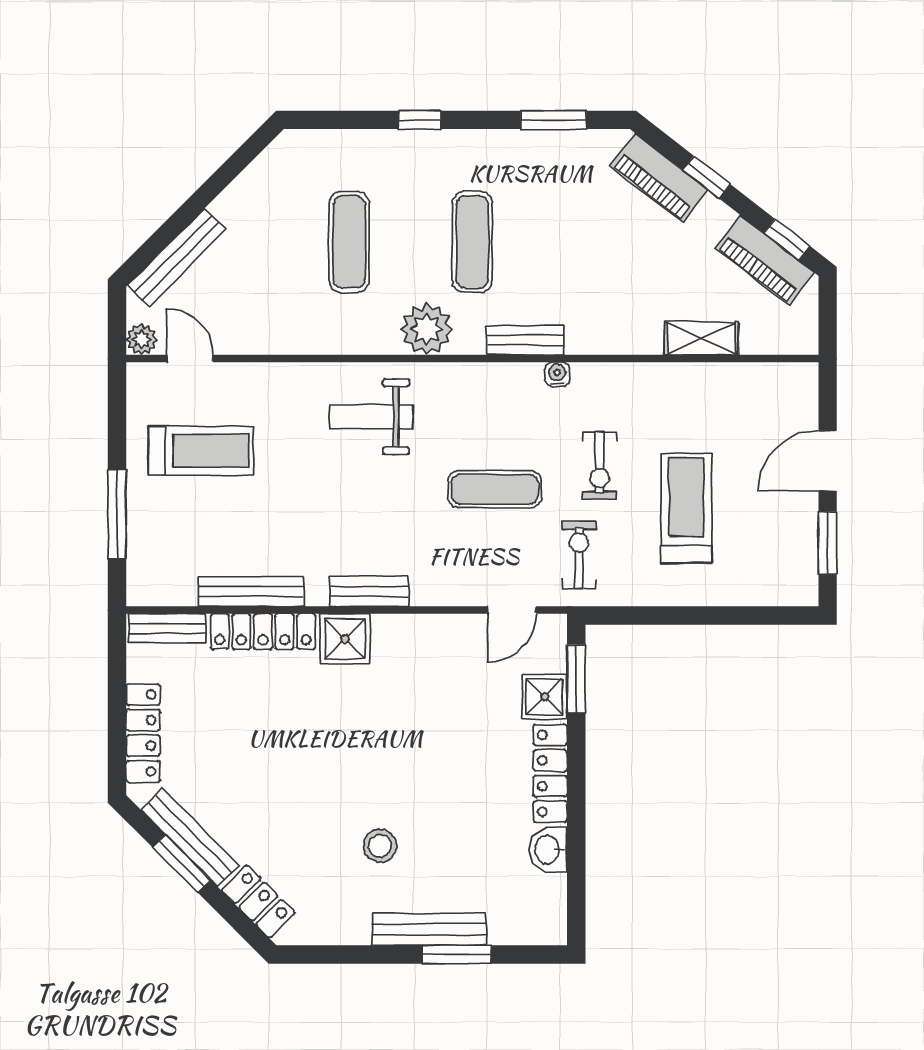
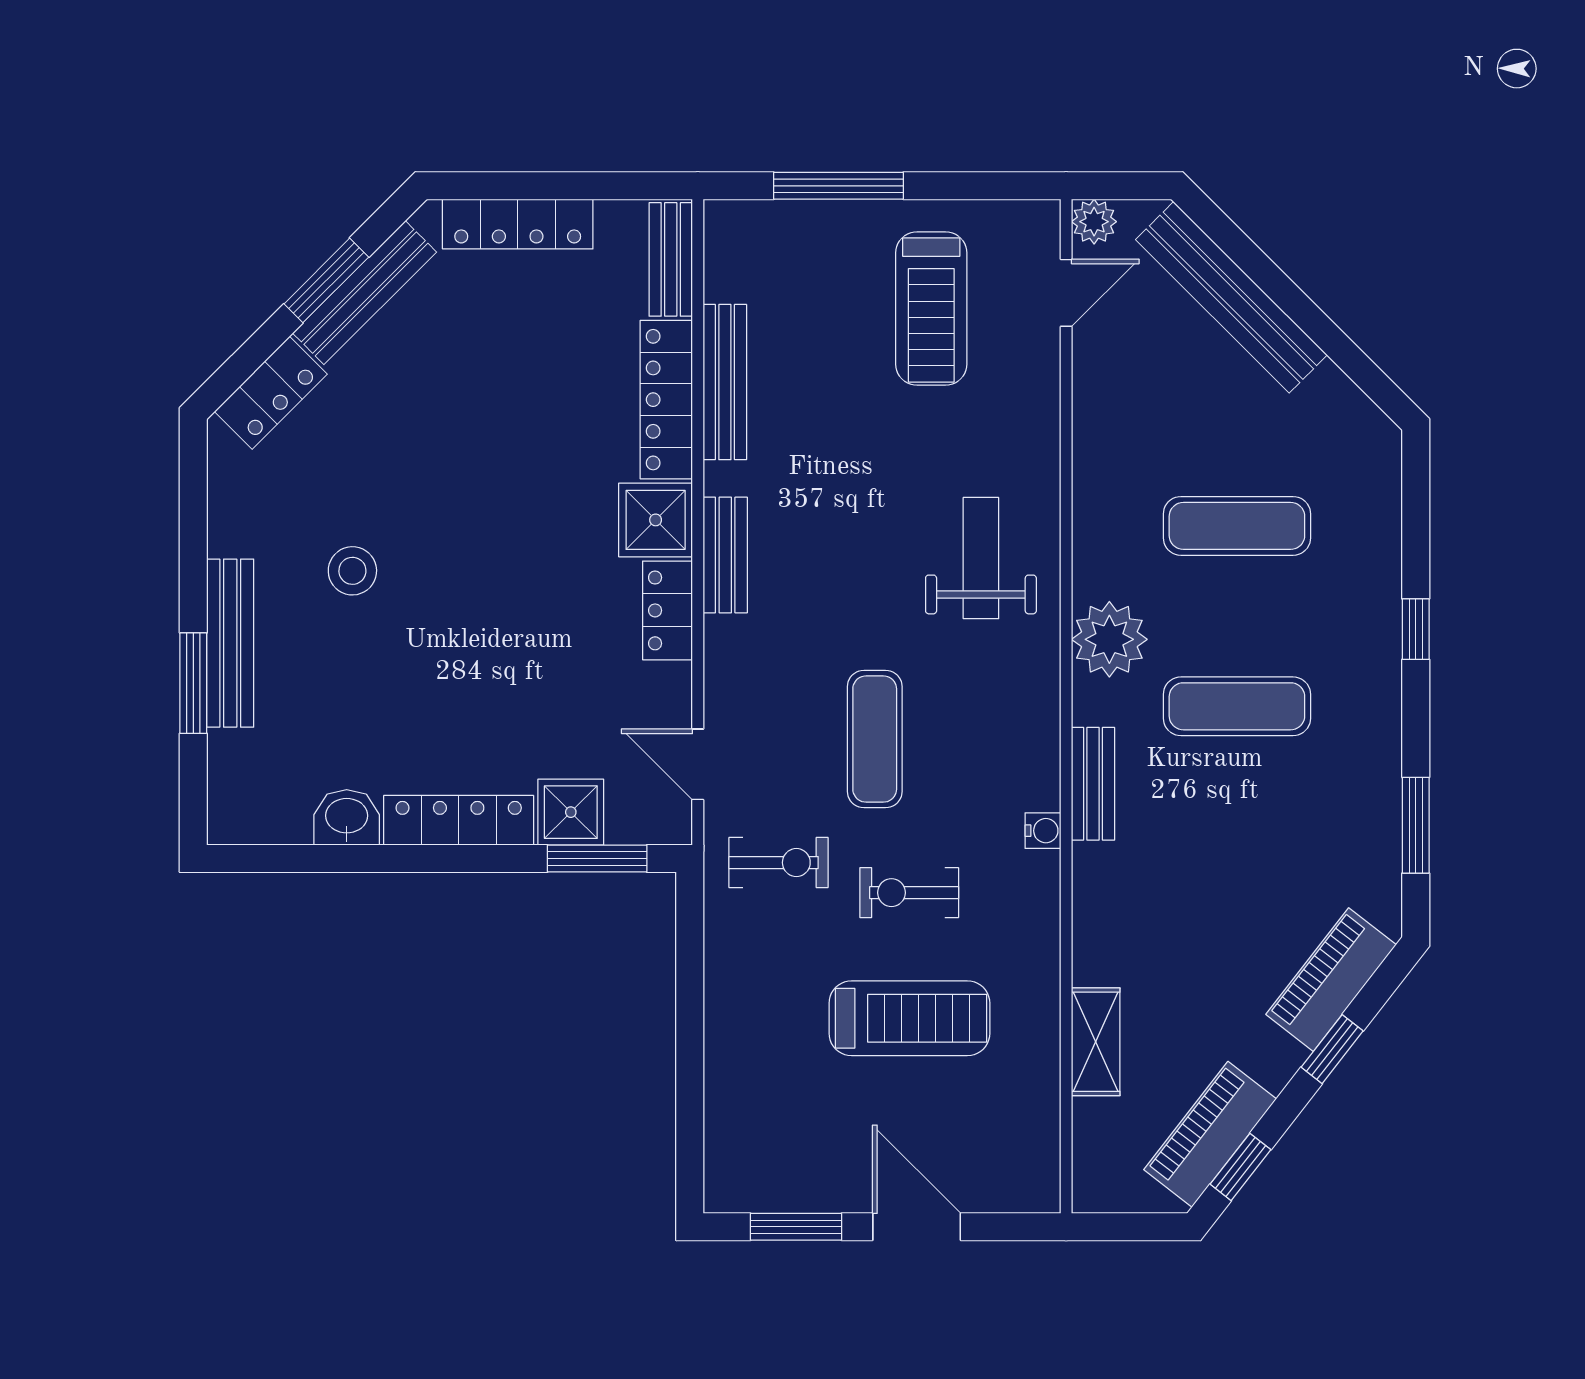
bench: (177, 257) -> (1231, 297), width x1.37, depth x1.21
treadmill: (686, 508) -> (909, 1018), moved
locker: (407, 631) -> (667, 610), added

